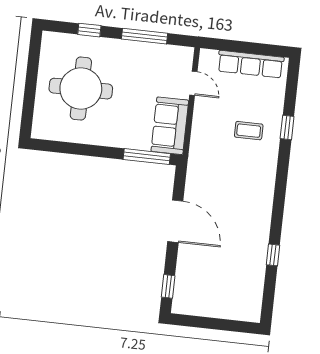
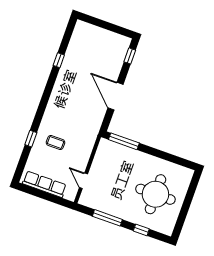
sofa: (170, 126) -> (105, 157), removed

